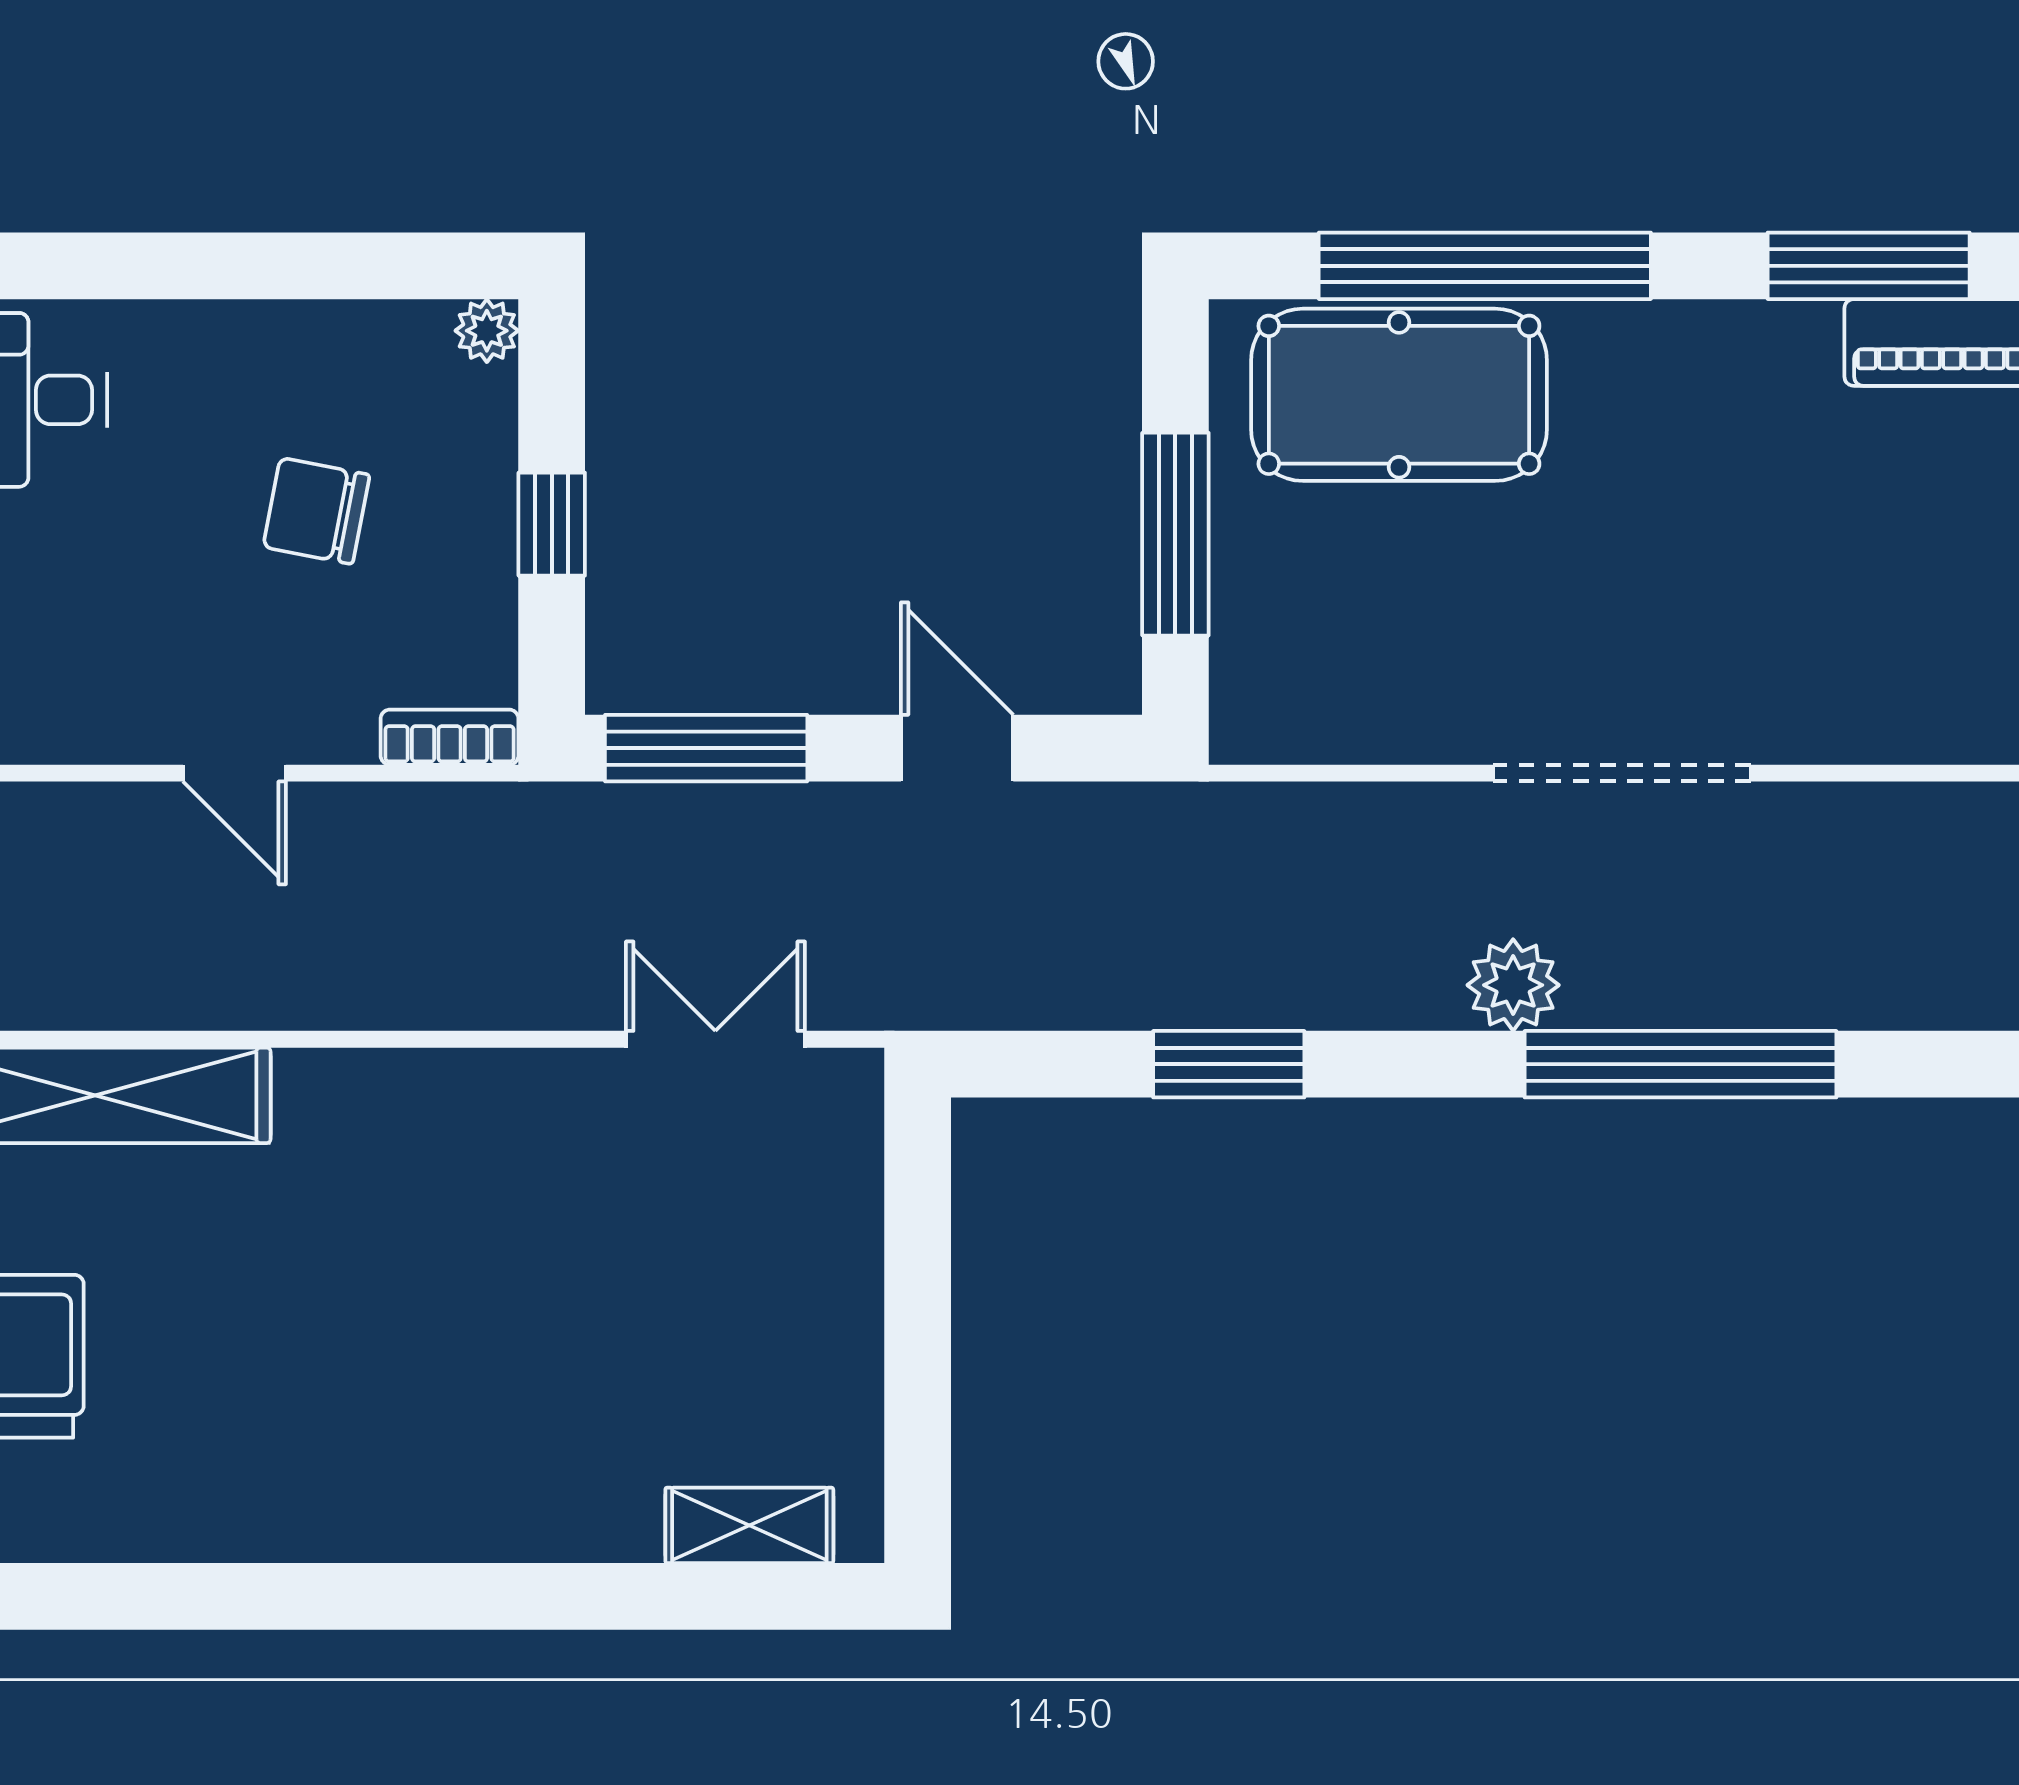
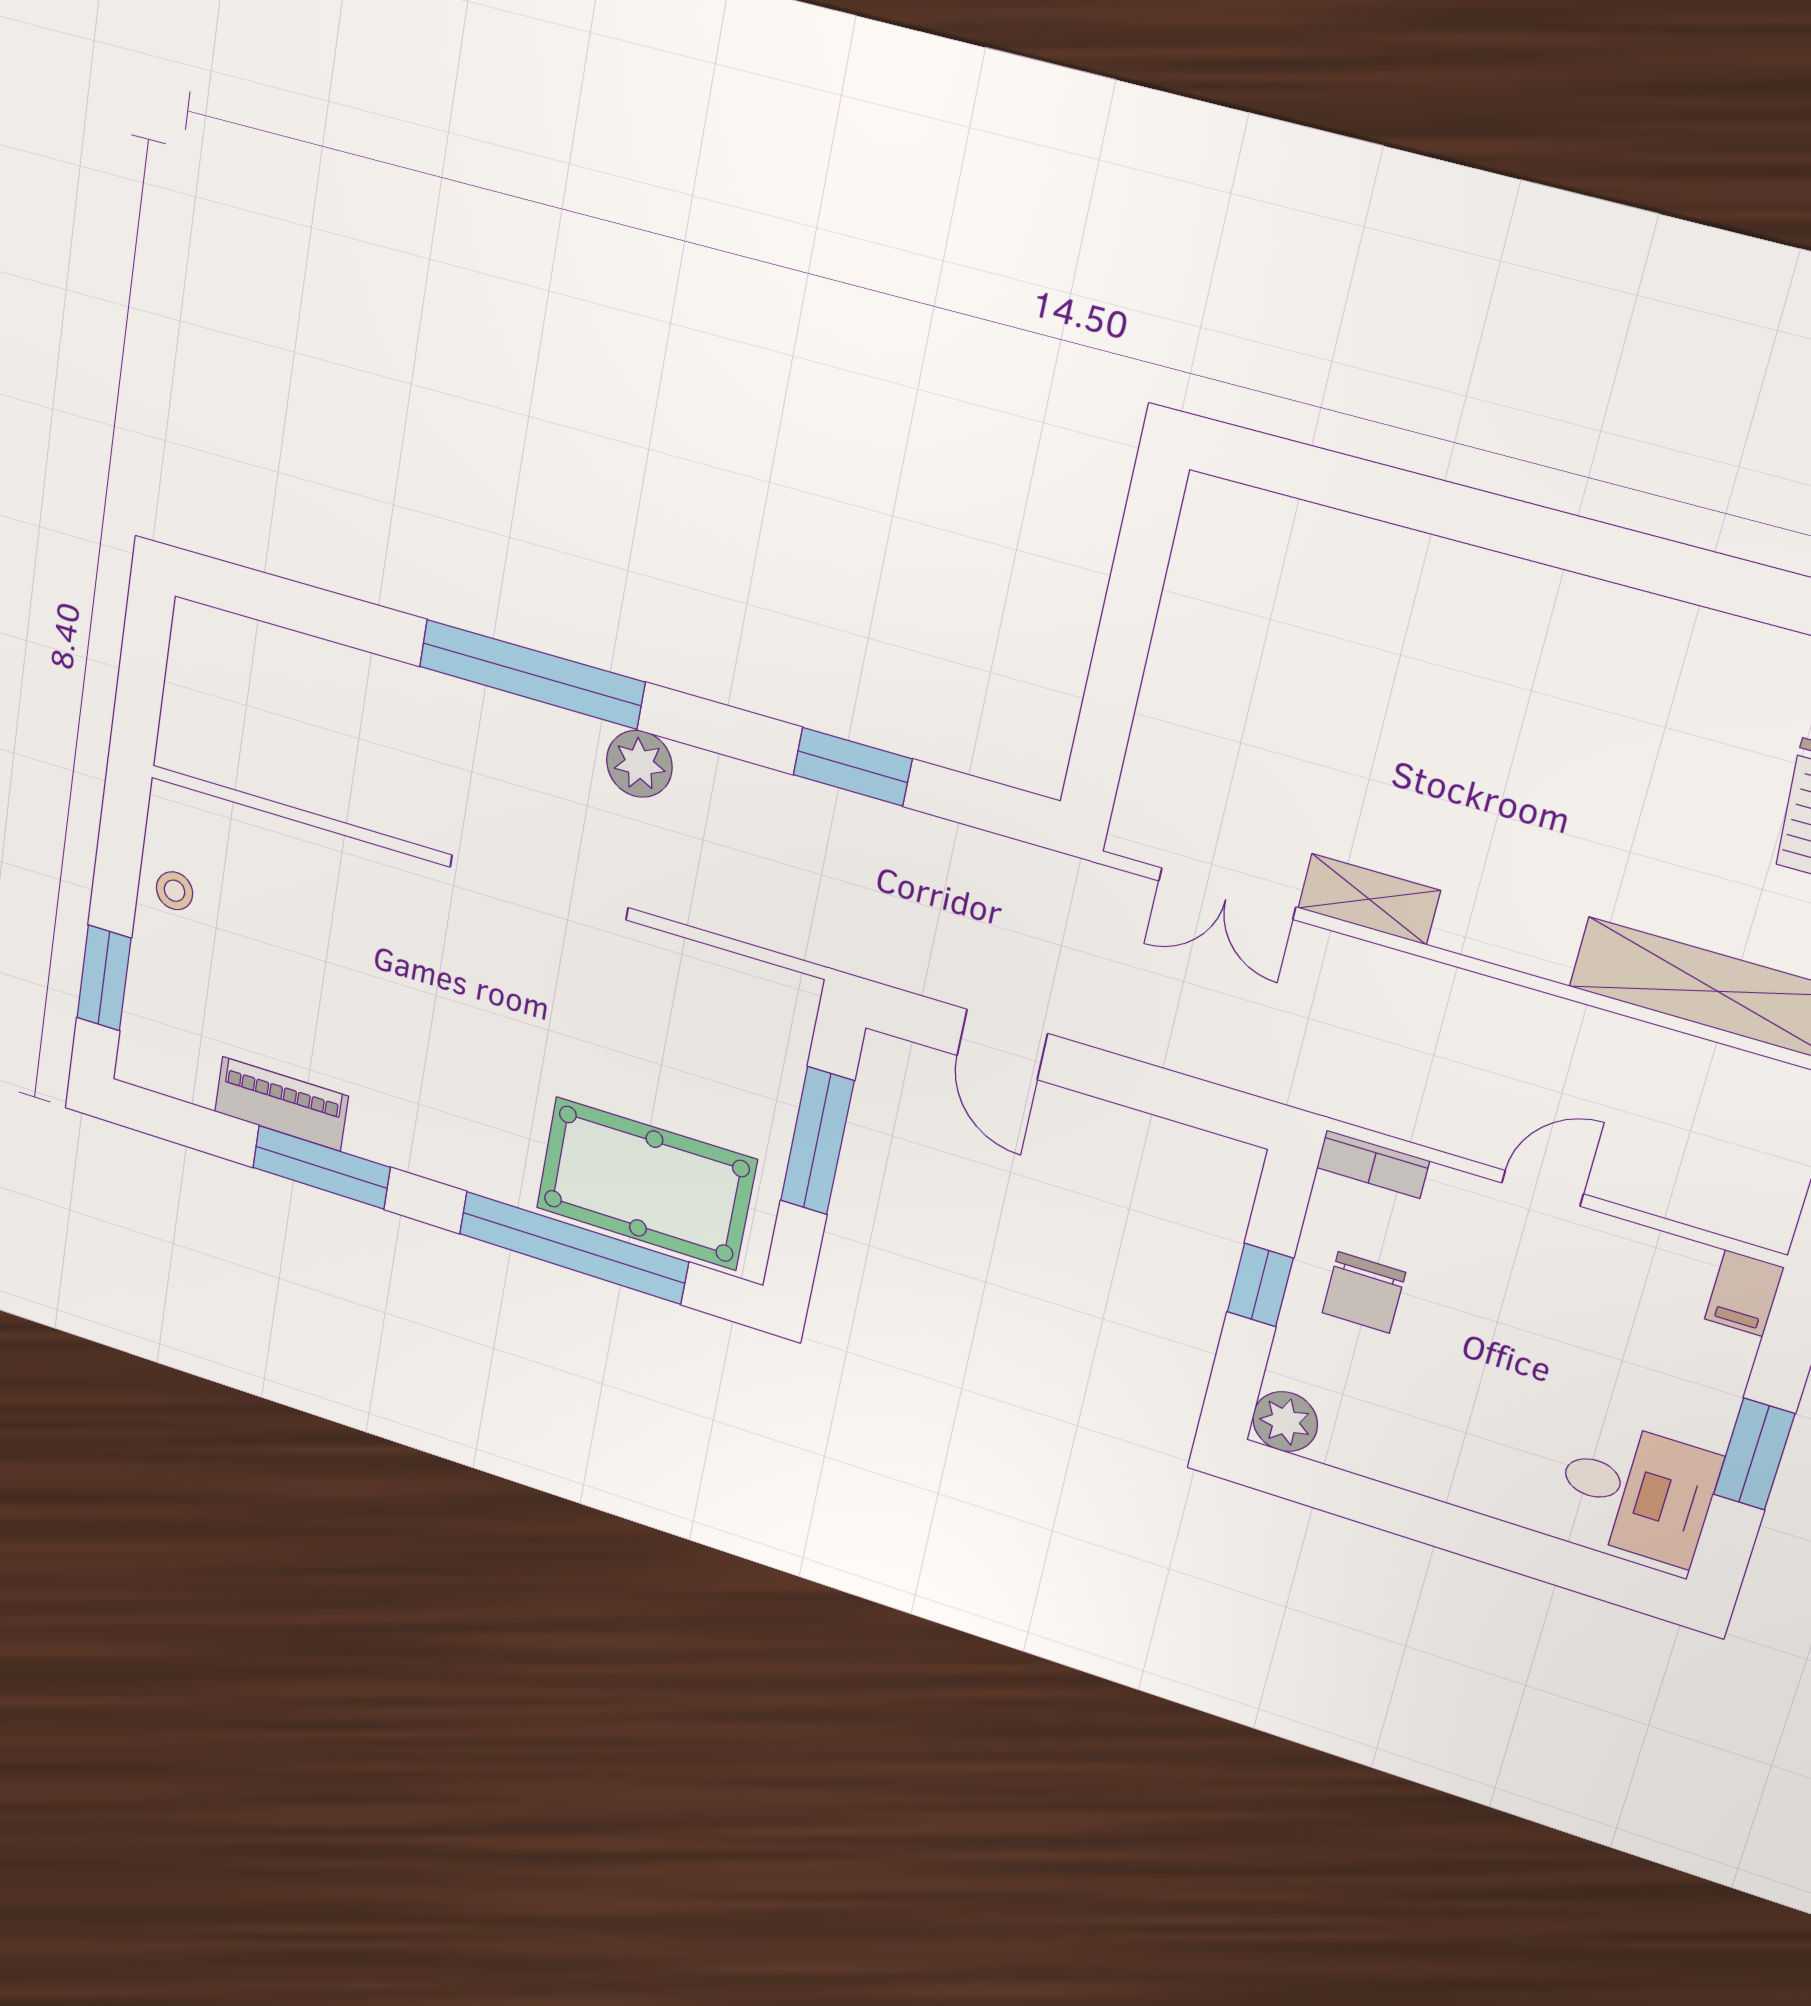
plant: (487, 331) -> (1285, 1422), width x1.38, depth x1.38
chair: (316, 511) -> (1364, 1293), moved, turned 79
window: (706, 748) -> (1185, 1099), removed
door: (234, 773) -> (1543, 1188), hinge flipped
shelving: (749, 1525) -> (1369, 899), moved

